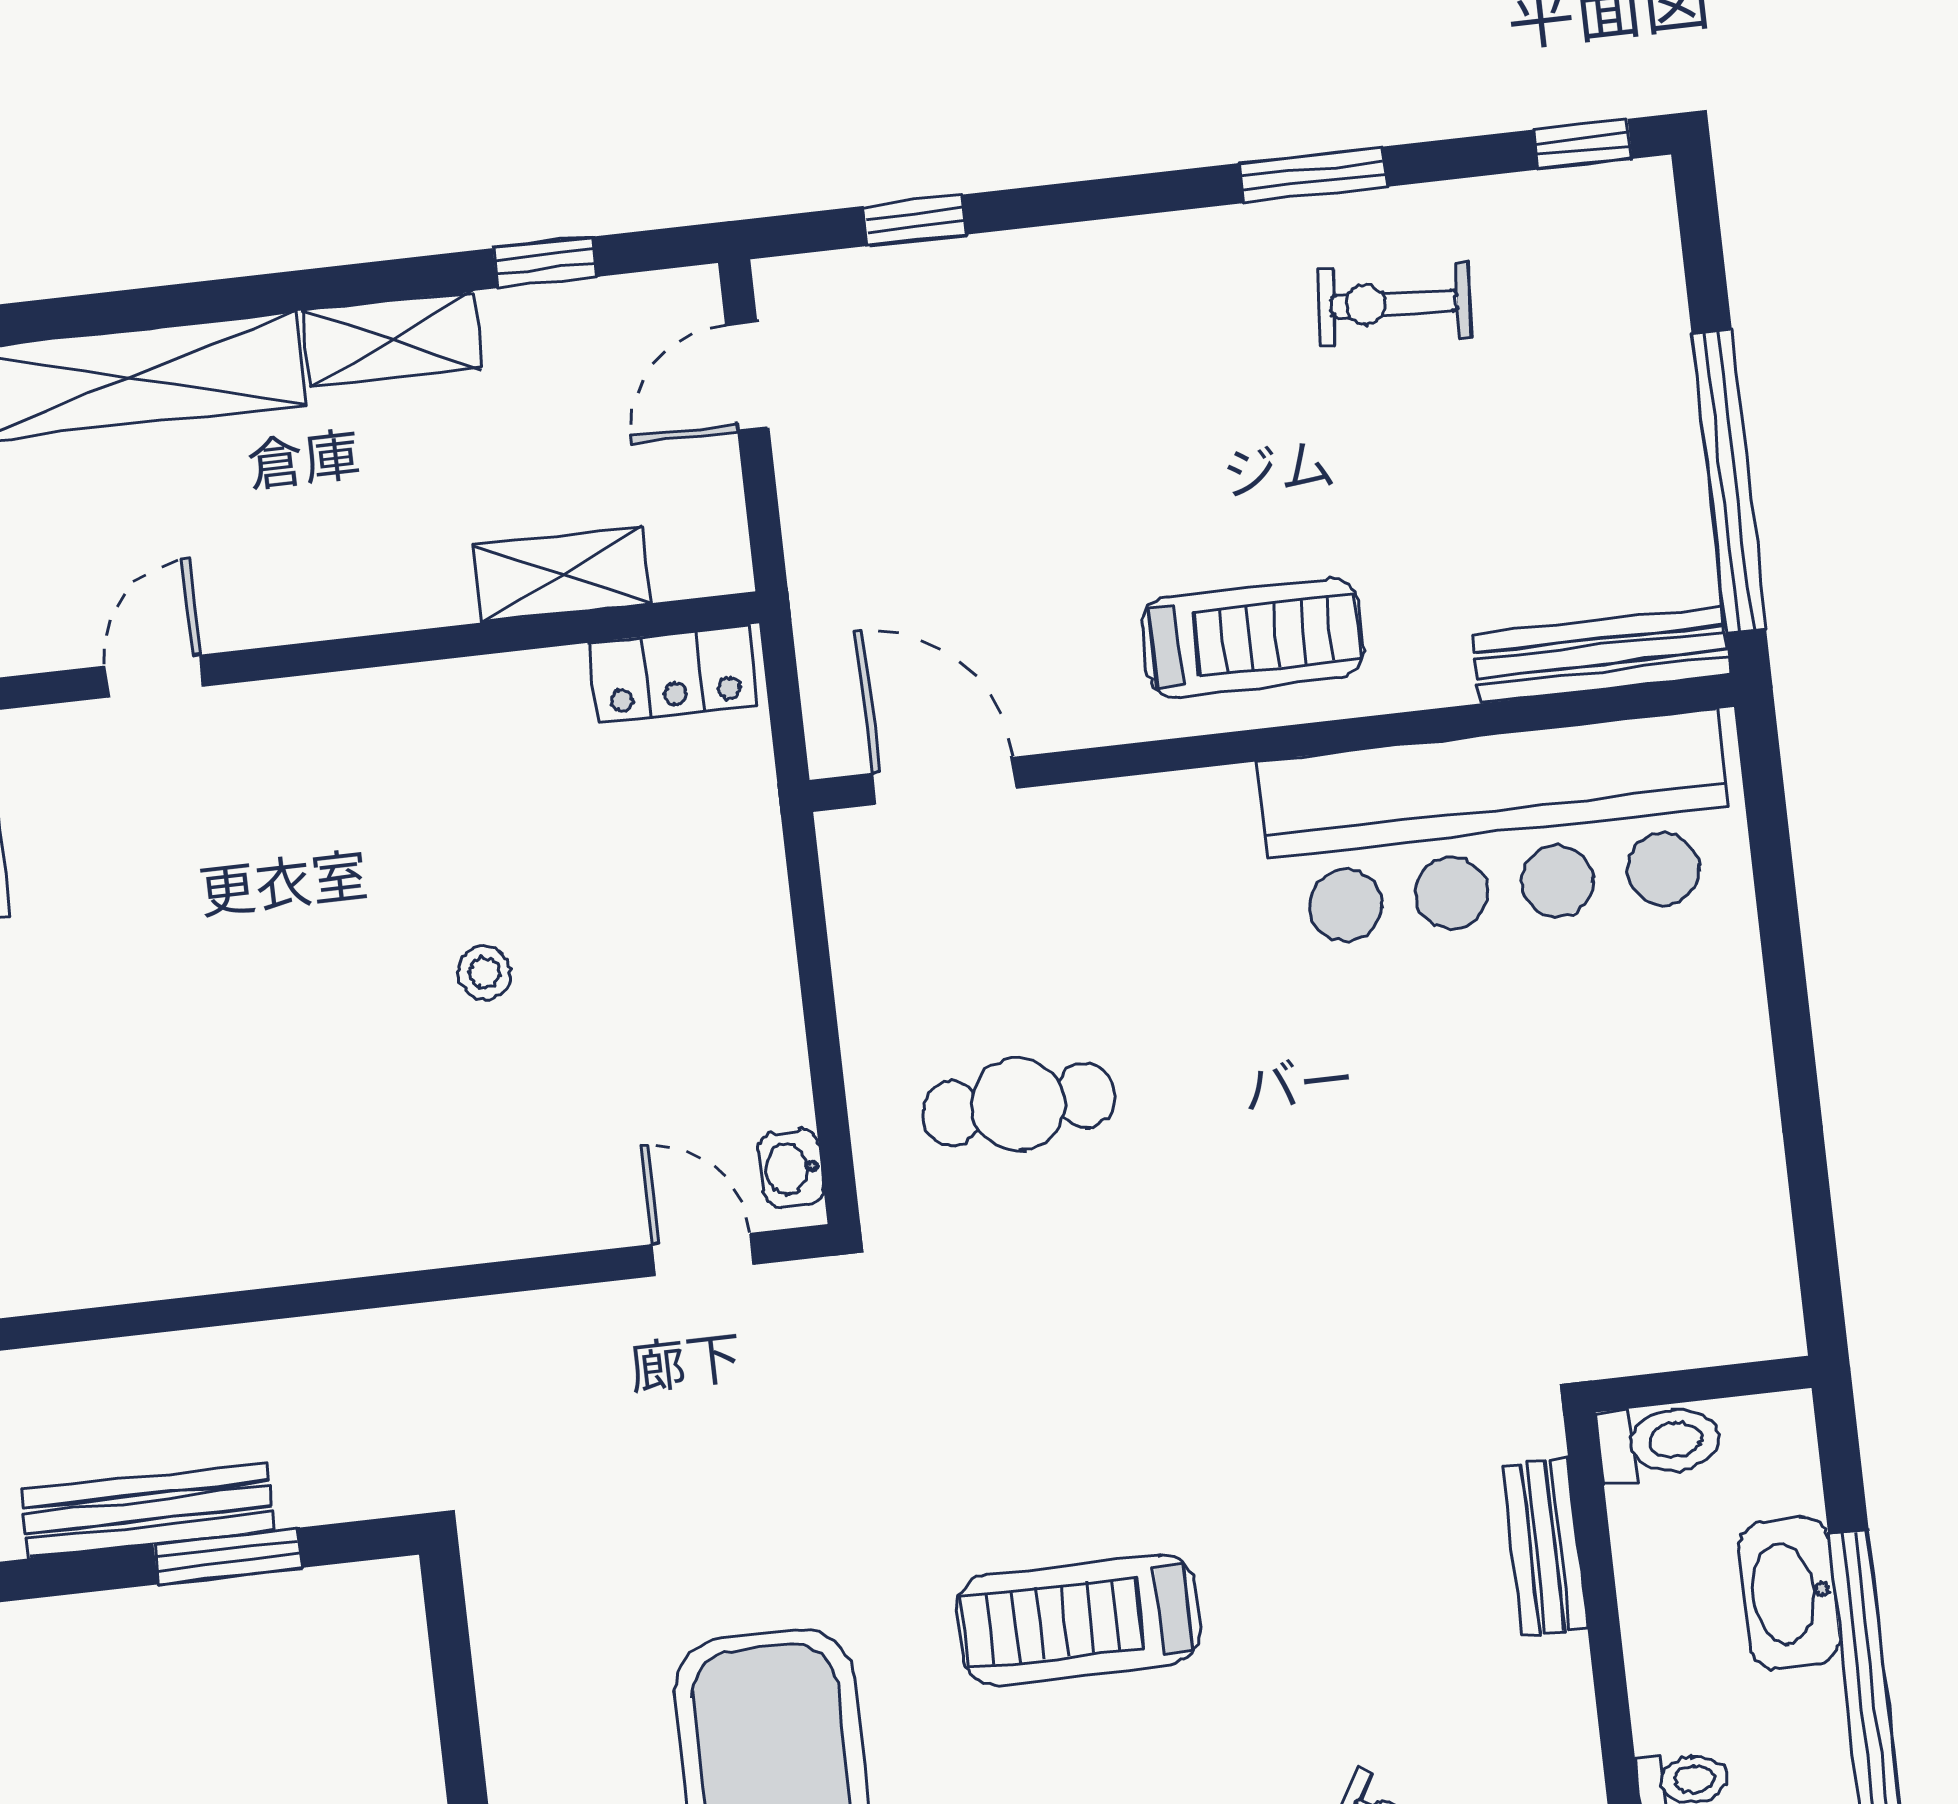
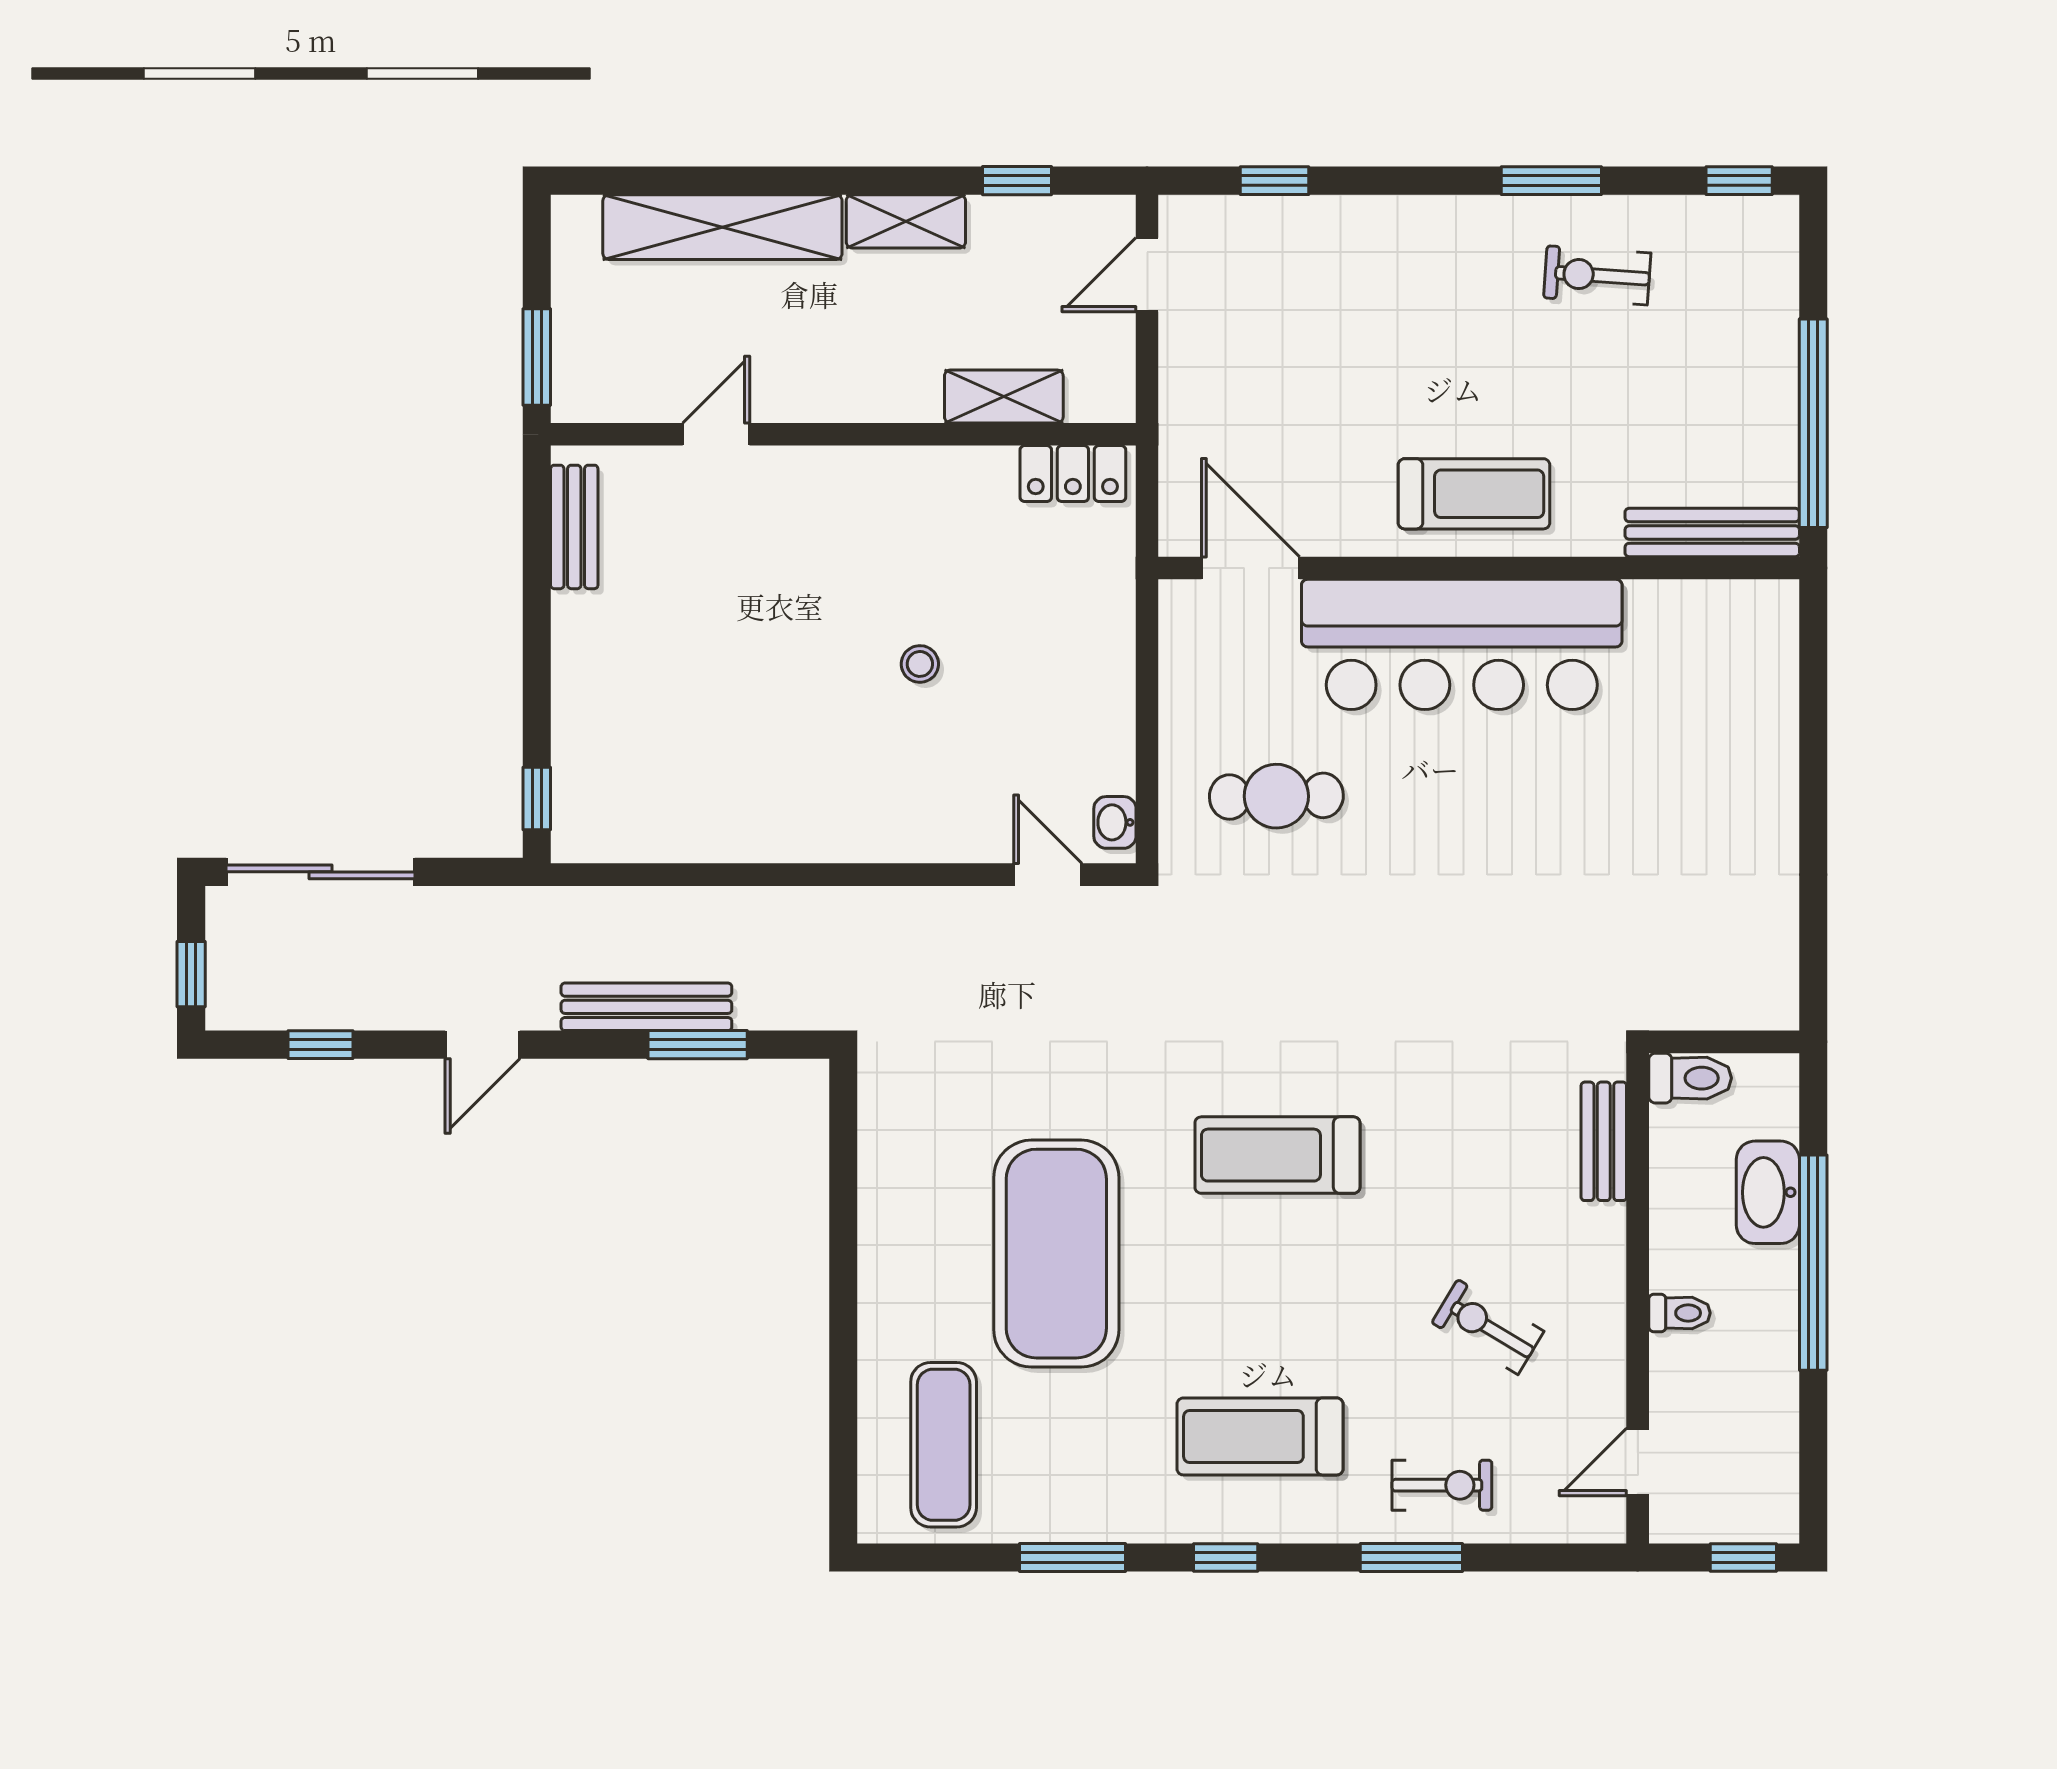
bar counter: (1498, 829) -> (1462, 644), moved

